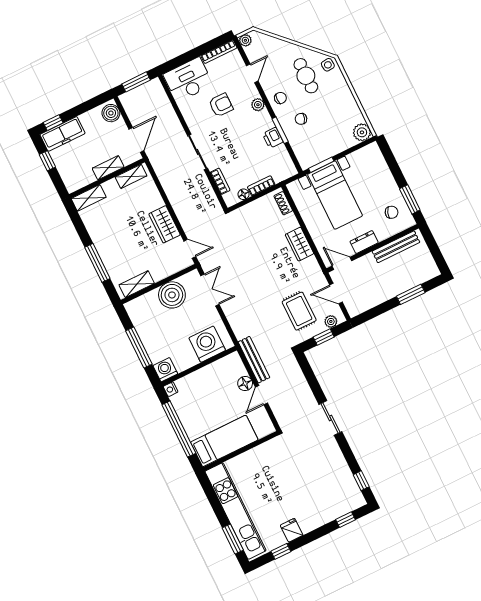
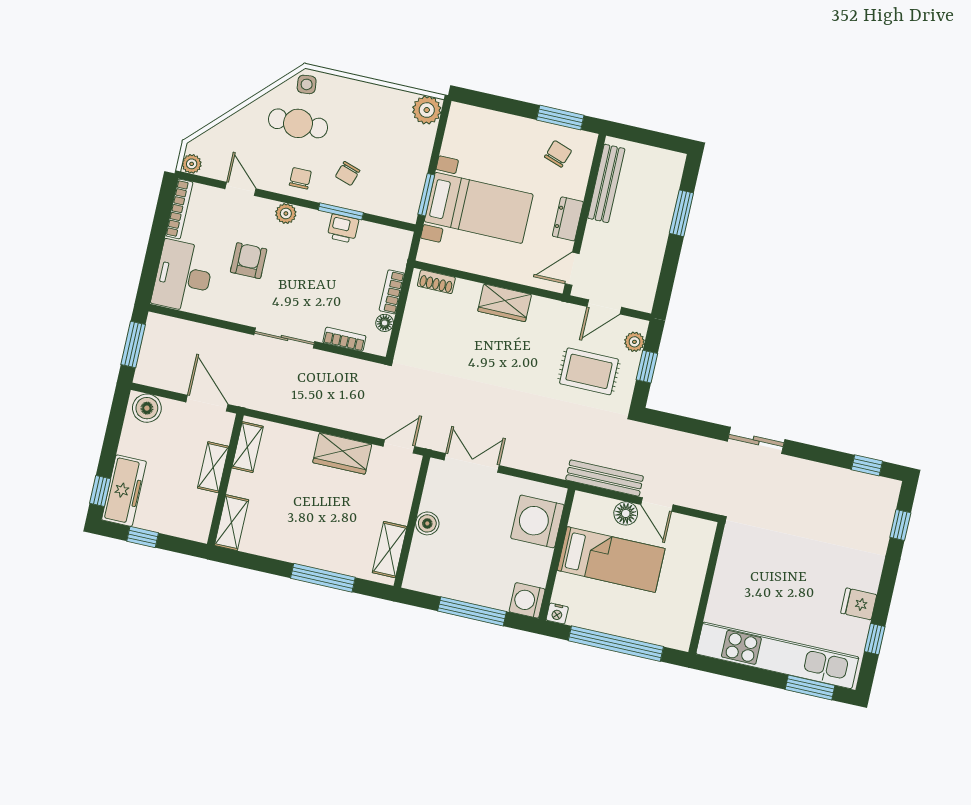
boiler: (172, 295) -> (427, 523), width x0.54, depth x0.54
bed: (224, 441) -> (611, 559), moved, turned 90

